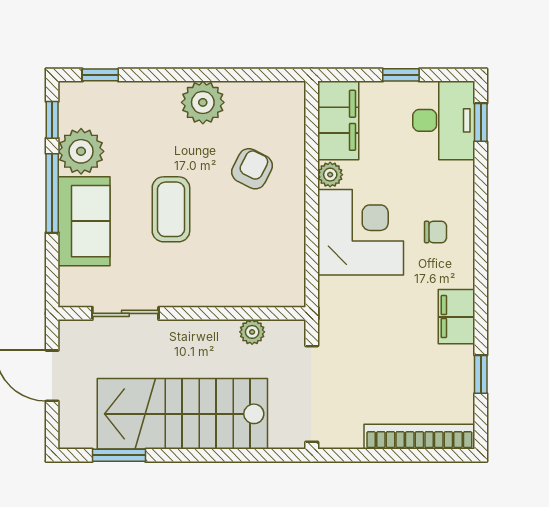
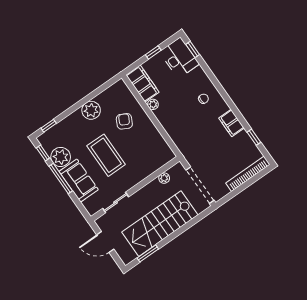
coffee table: (171, 209) -> (106, 155), width x1.36, depth x1.32
corner desk: (361, 232) -> (178, 117), removed

